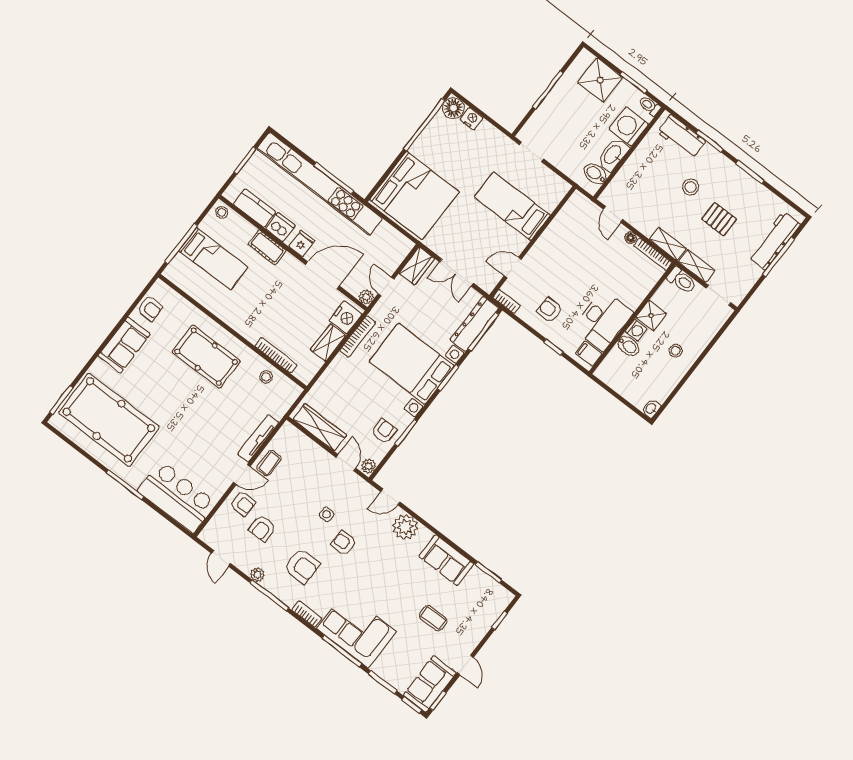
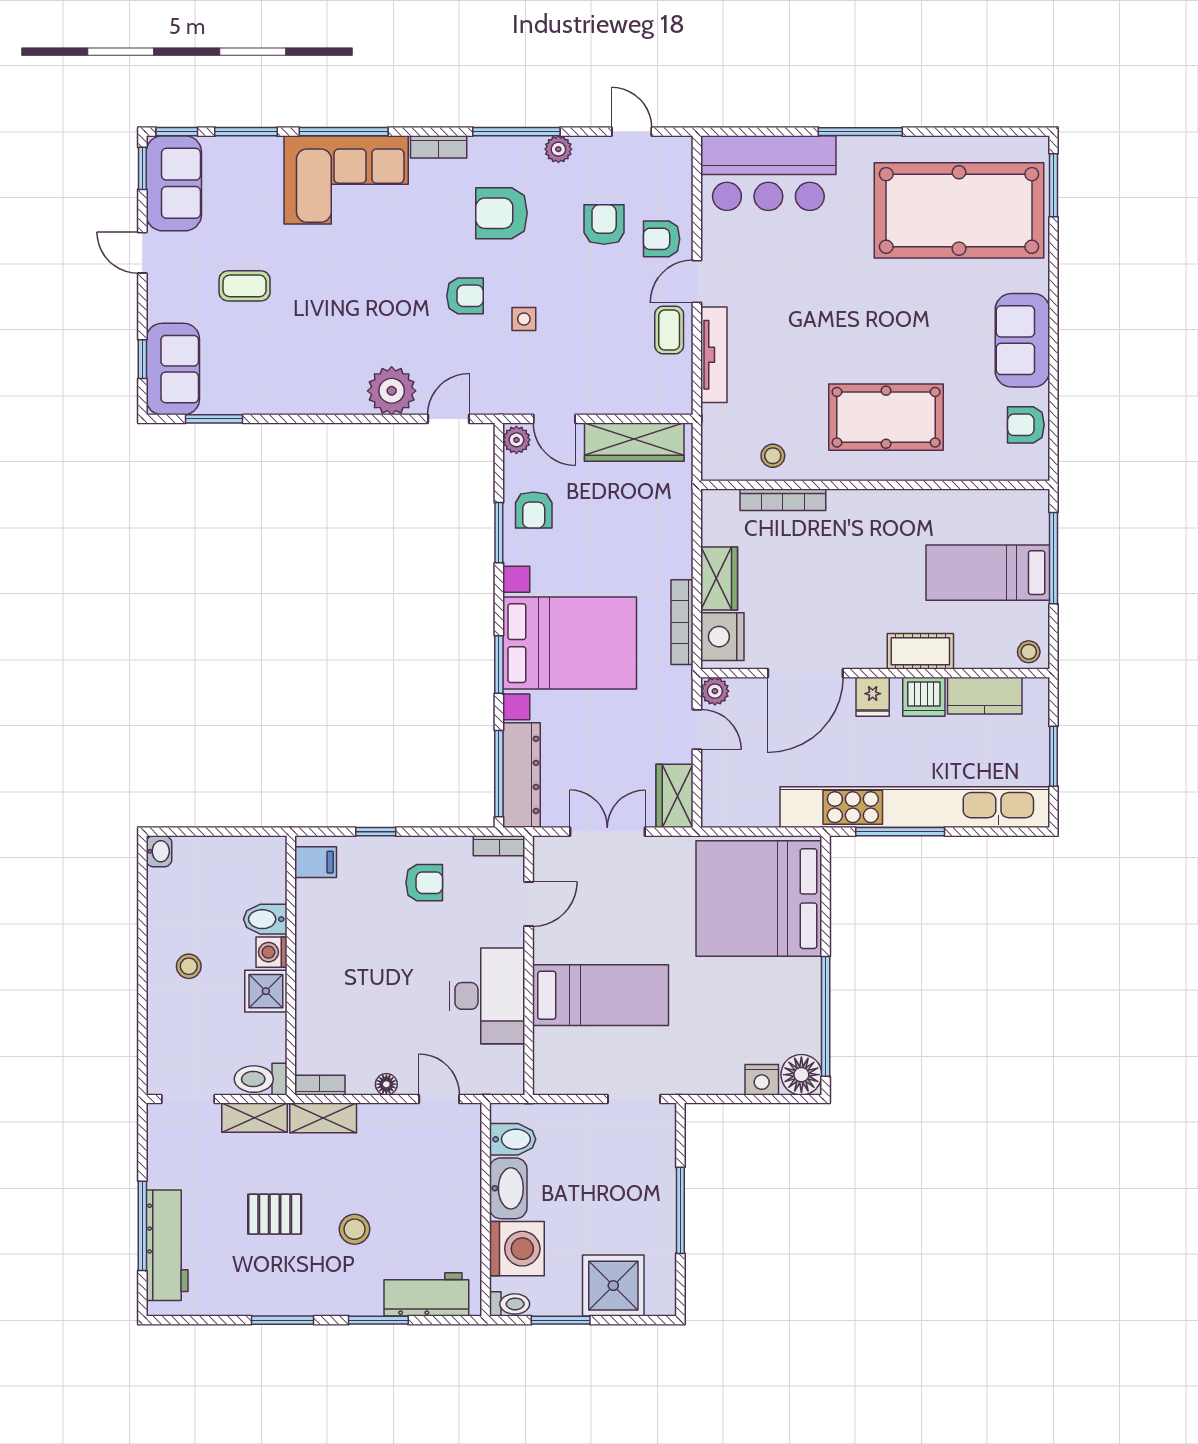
bookcase: (653, 254) -> (320, 1085), width x0.64
desk: (603, 320) -> (487, 996), moved, turned 180
sofa: (446, 560) -> (173, 369), moved, turned 90

